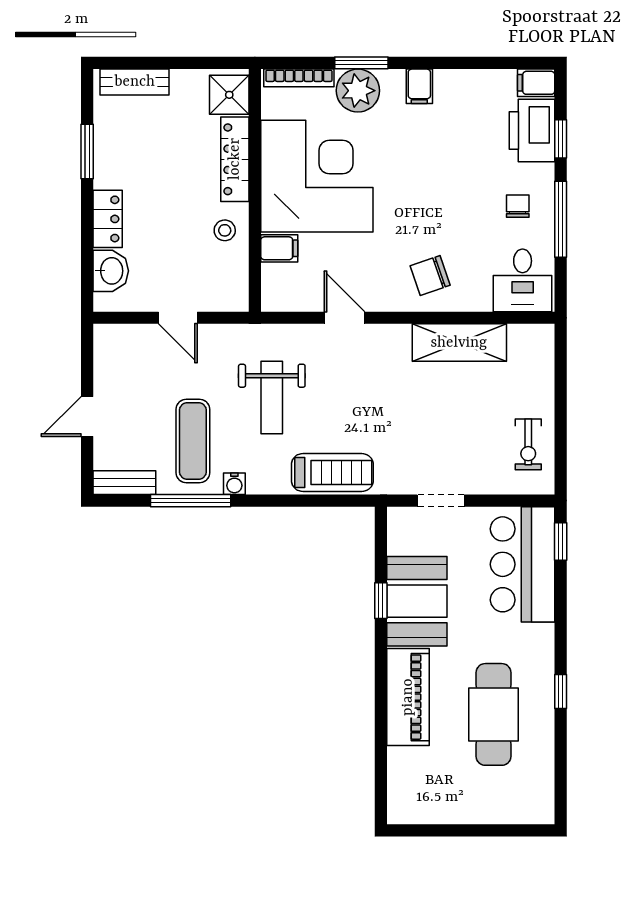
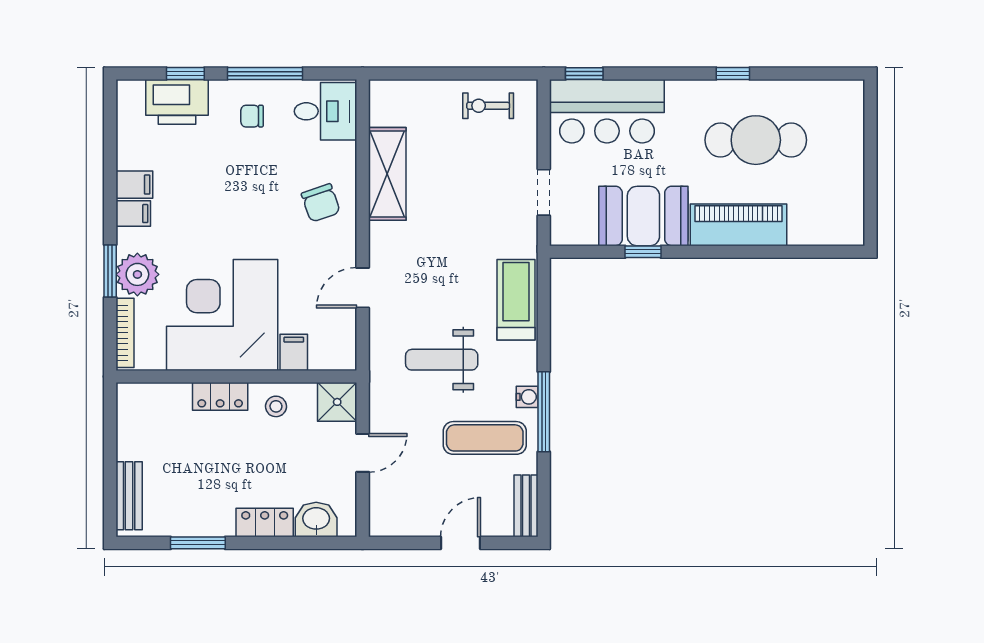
filing cabinet: (536, 83) -> (134, 185), moved, turned -90
shower: (229, 95) -> (337, 402), moved
locker: (235, 159) -> (220, 396), width x0.66
weight bench: (272, 398) -> (442, 360), turned 180
door: (87, 417) -> (460, 543), swing flipped
exercise bike: (528, 444) -> (488, 106), turned 180
window: (191, 501) -> (544, 412), moved

